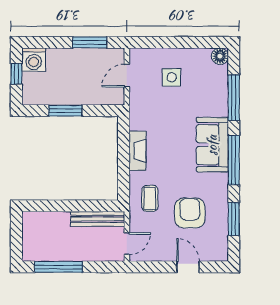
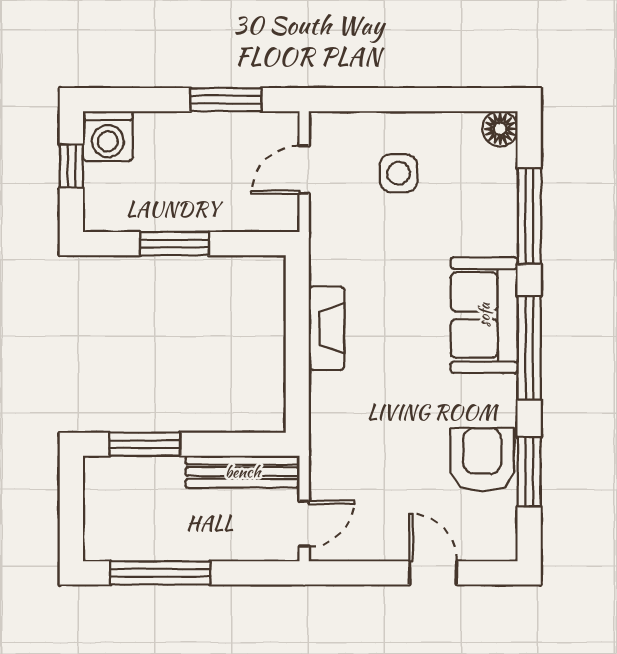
coffee table: (150, 198) -> (353, 429), removed
window: (51, 206) -> (145, 444), added
armchair: (190, 213) -> (482, 460), moved

